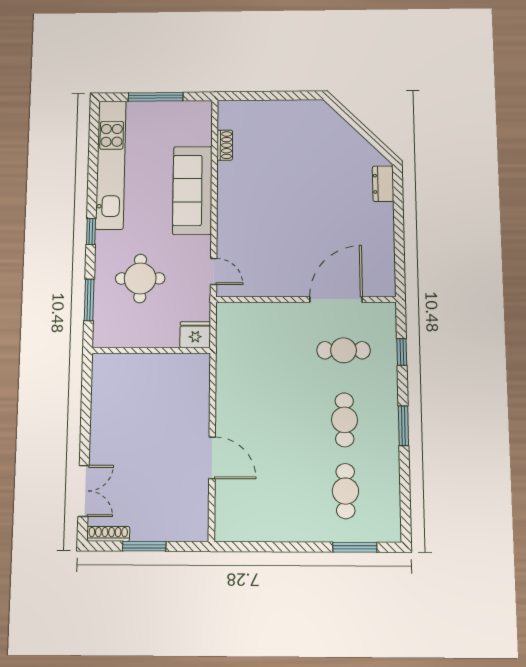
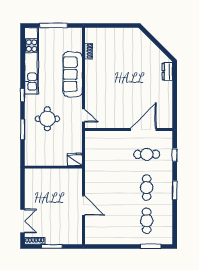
fridge: (195, 335) -> (75, 159), moved
wall: (151, 350) -> (53, 167), moved

